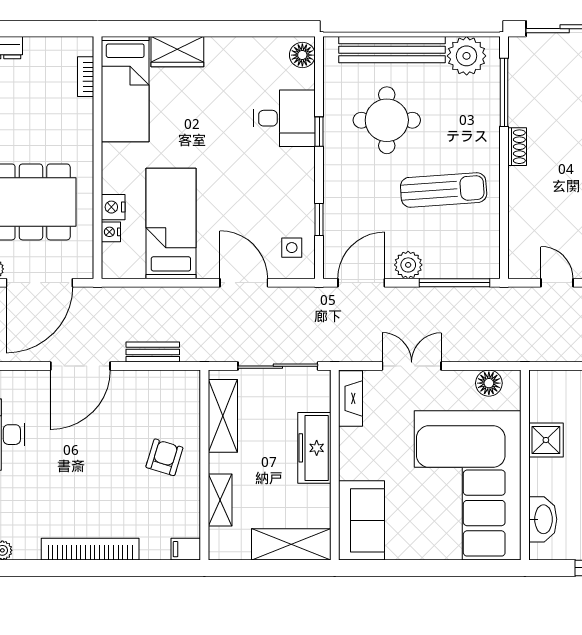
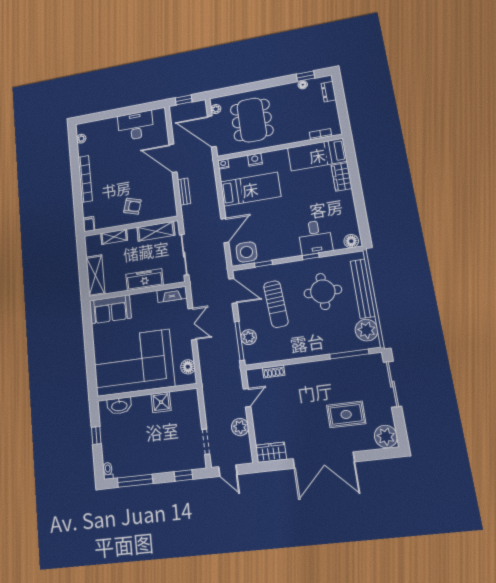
shoe rack: (517, 147) -> (274, 371), moved
sun lounger: (444, 190) -> (276, 304), moved
nightstand: (111, 232) -> (223, 164), moved
side table: (292, 248) -> (246, 252), width x1.87, depth x1.87
plant: (408, 265) -> (249, 337), moved

